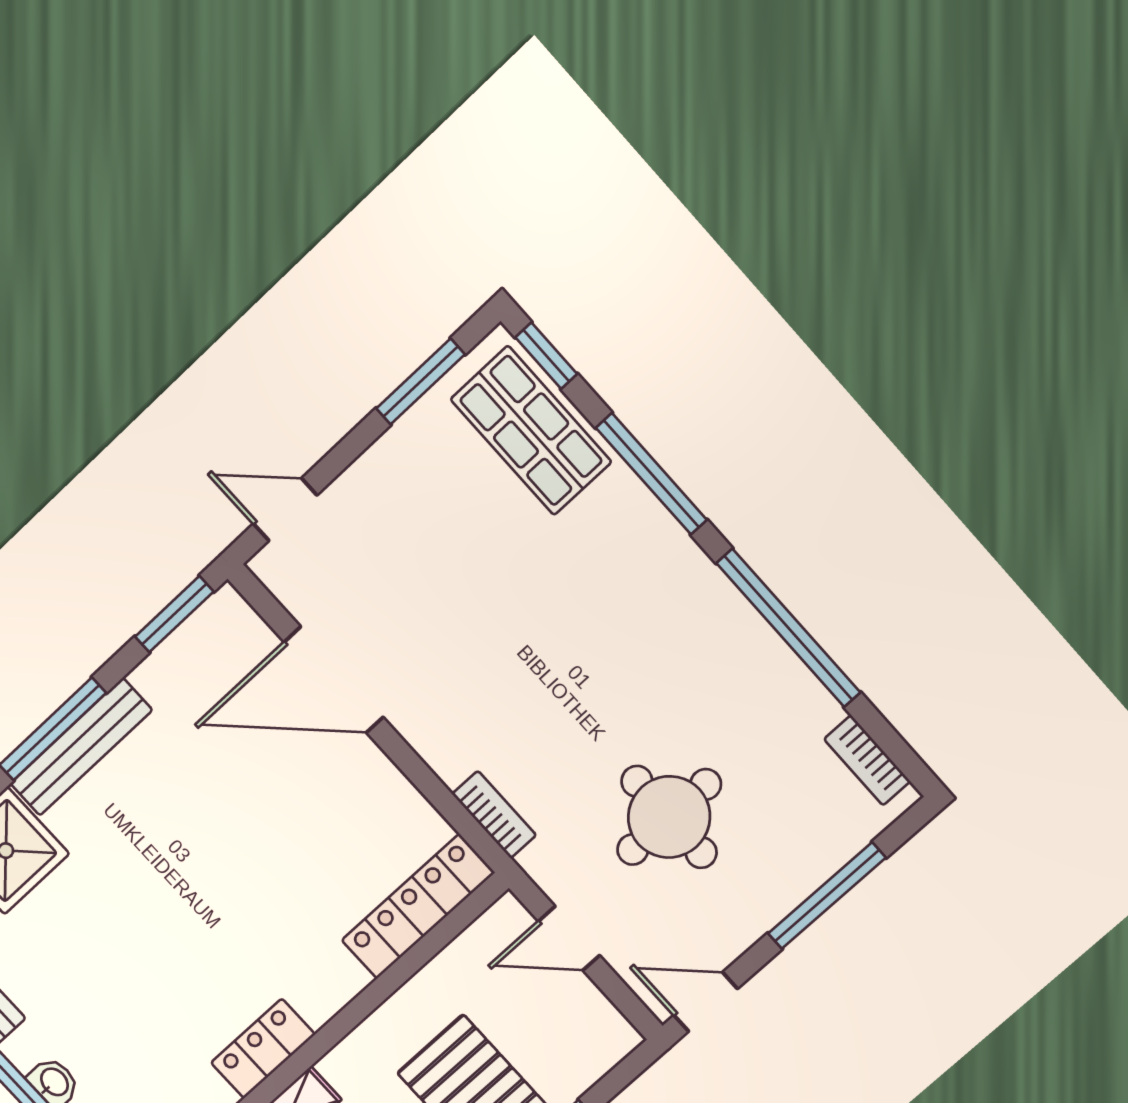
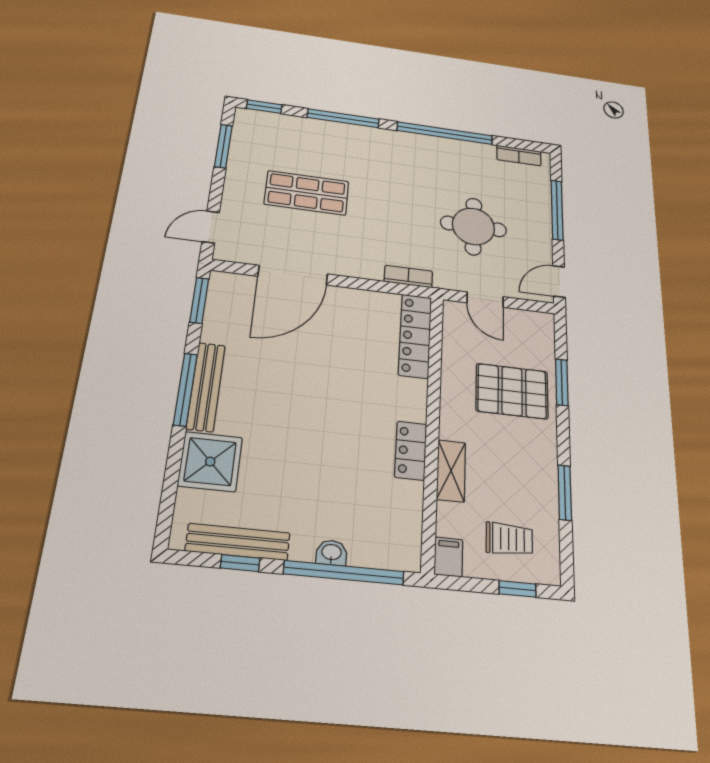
shop shelf: (531, 431) -> (307, 193), moved
door: (569, 938) -> (485, 300), hinge flipped

